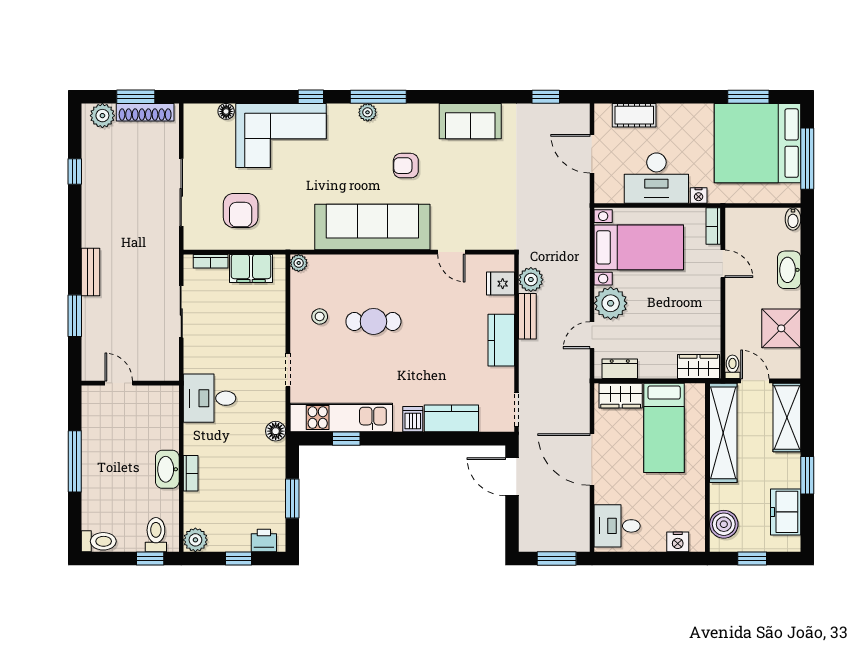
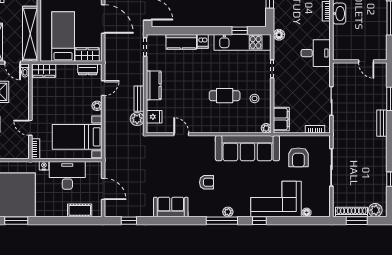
armchair: (241, 210) -> (298, 157), turned 180
sofa: (372, 227) -> (247, 148), moved
filing cabinet: (251, 269) -> (281, 119), moved, turned 90
plant: (611, 303) -> (97, 106), width x0.53, depth x0.53

